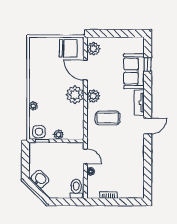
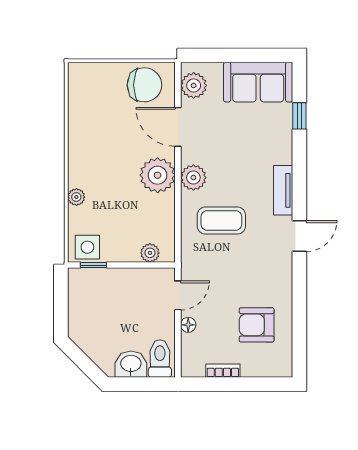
sofa: (134, 71) -> (258, 82), moved, turned -90
plant: (58, 135) -> (150, 253), moved
door: (85, 156) -> (178, 295), hinge flipped
armchair: (126, 171) -> (257, 325), added
washbasin: (40, 179) -> (131, 364), moved, turned -45

